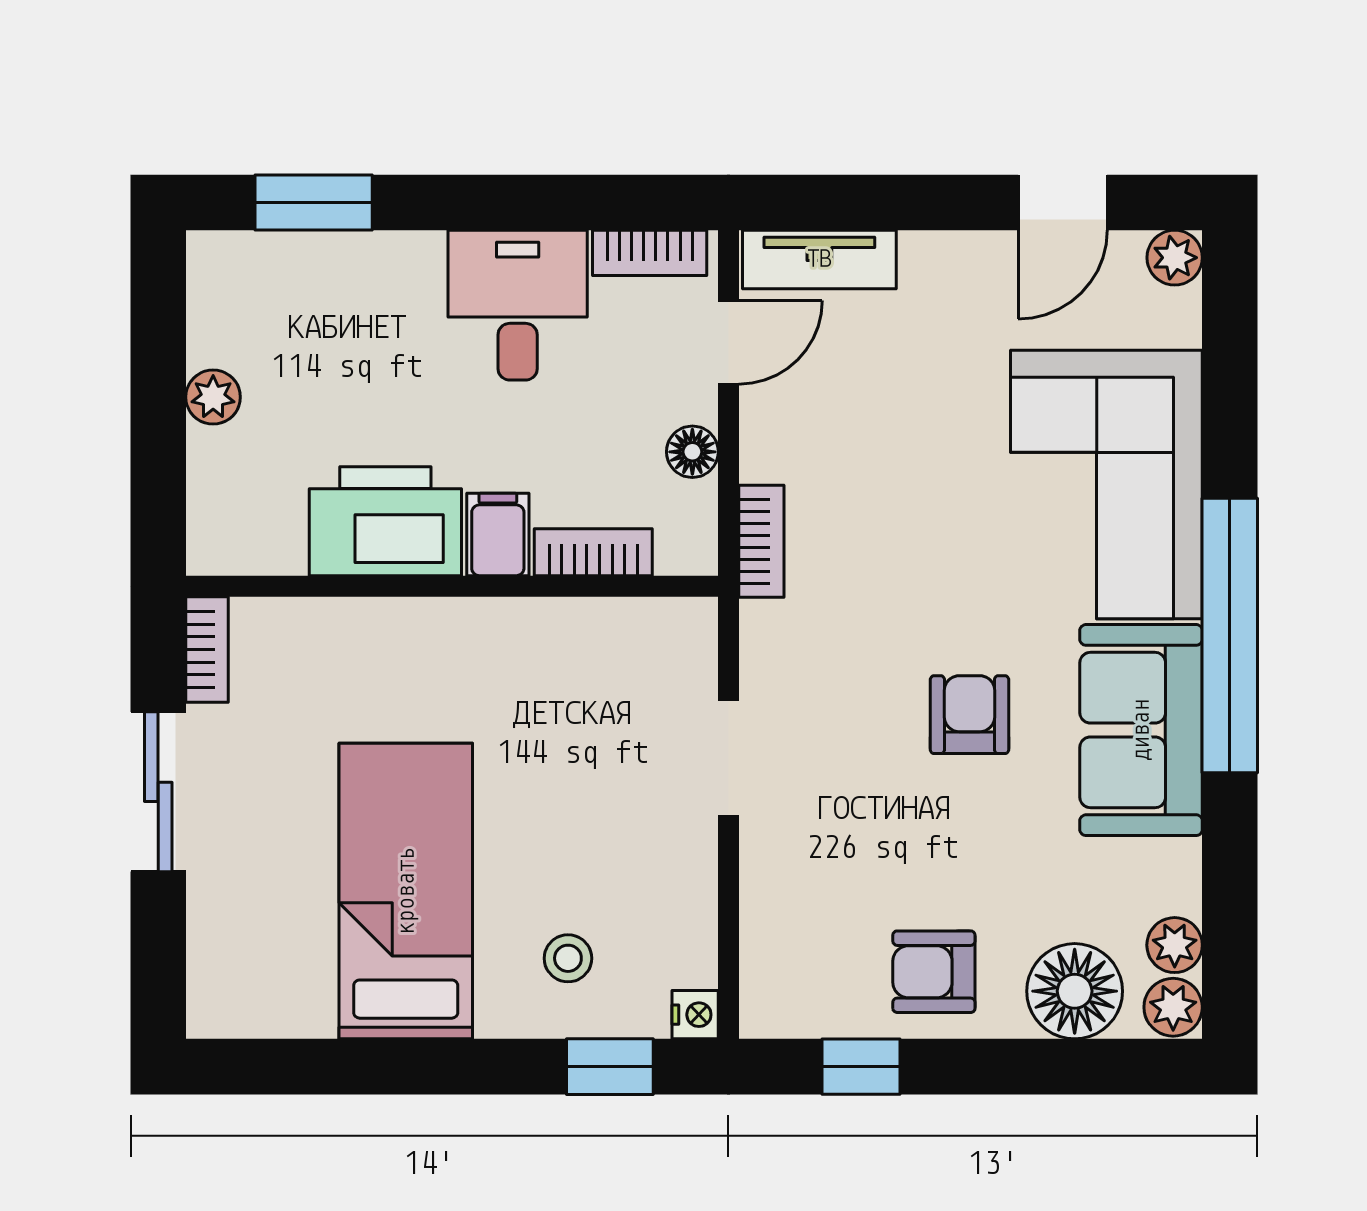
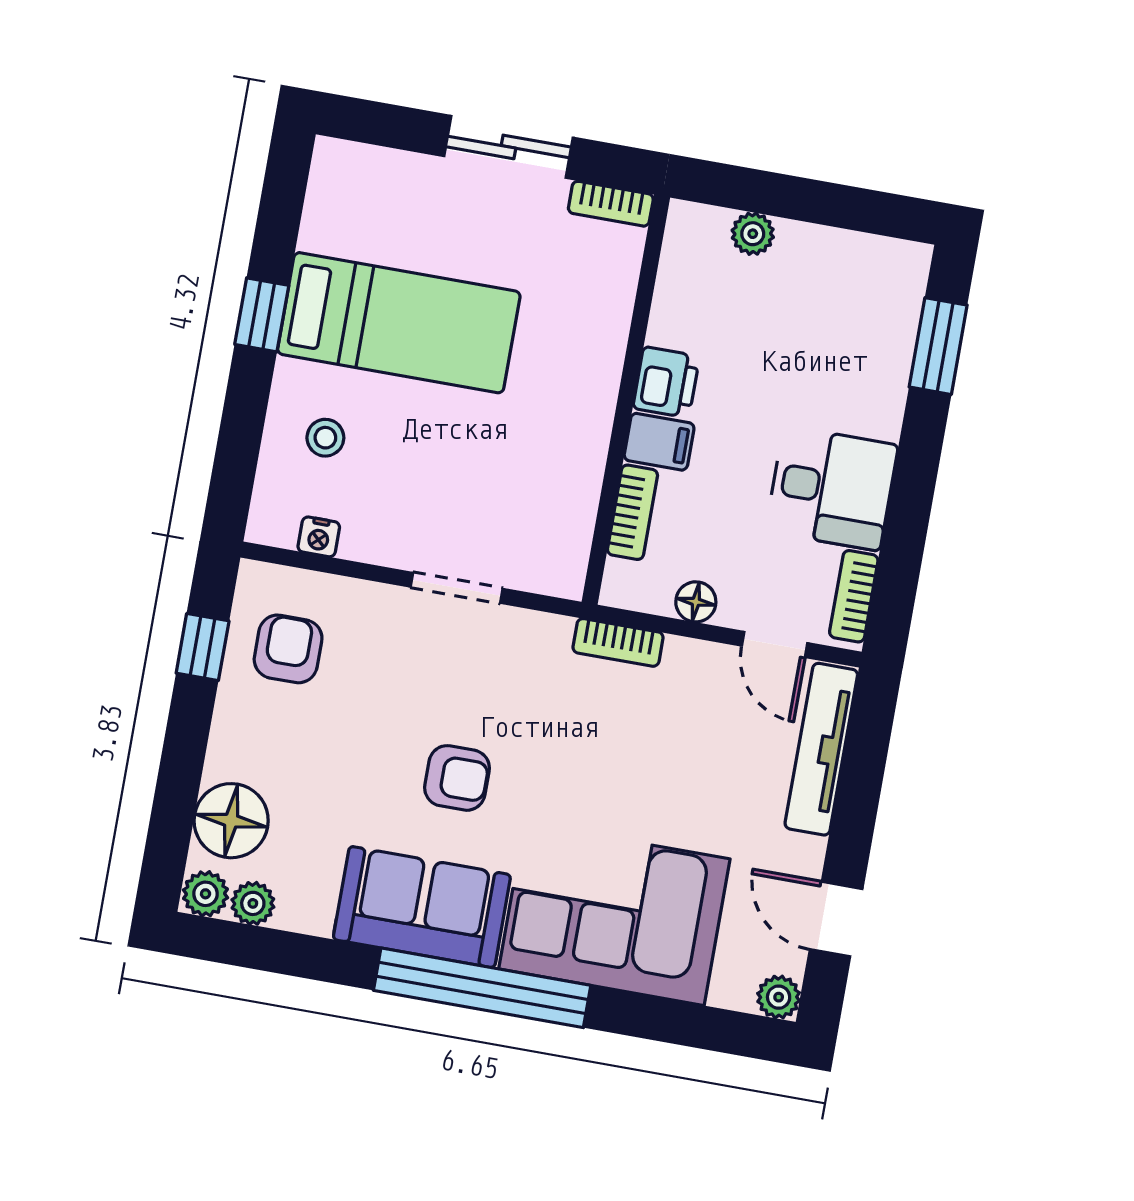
tv unit: (819, 259) -> (821, 749), width x1.41
plant: (213, 397) -> (753, 234), moved
printer: (385, 521) -> (666, 382), width x0.53, depth x0.68
armchair: (934, 972) -> (288, 649), moved
nightstand: (695, 1015) -> (319, 537), moved
window: (610, 1067) -> (262, 315), moved

